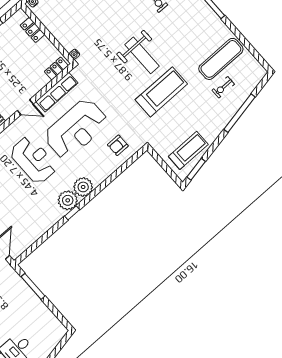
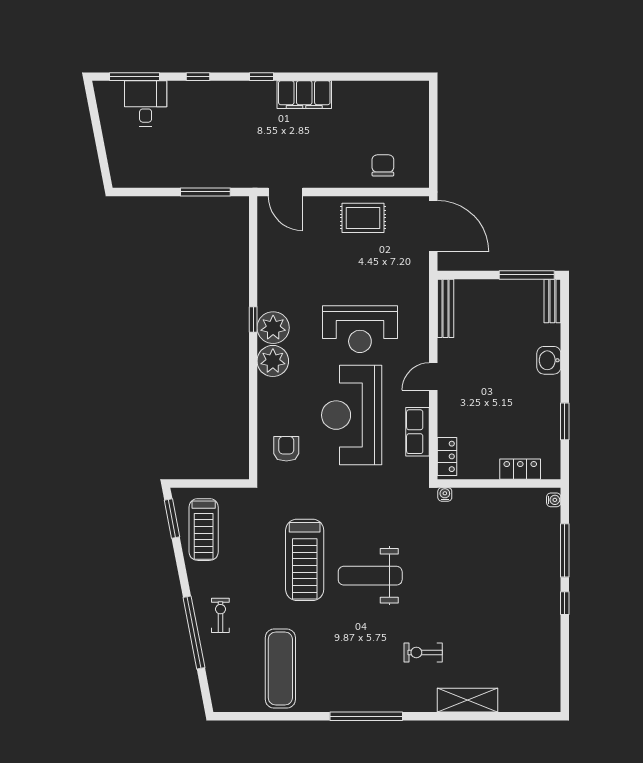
exercise bike: (223, 87) -> (220, 615), moved
row of seats: (57, 92) -> (417, 432), width x0.68

